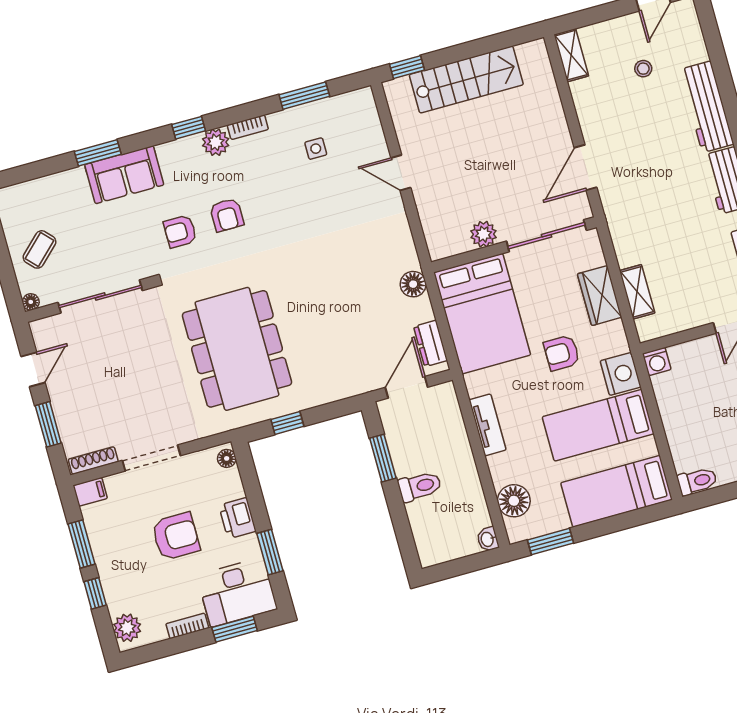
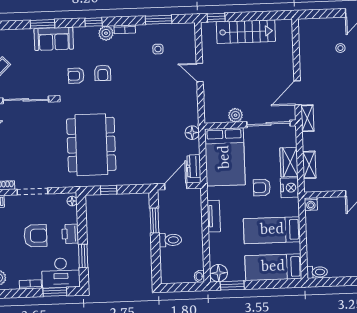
shelving: (571, 55) -> (307, 118), moved
nightstand: (621, 374) -> (290, 188), moved
floor lamp: (514, 501) -> (219, 273), moved

